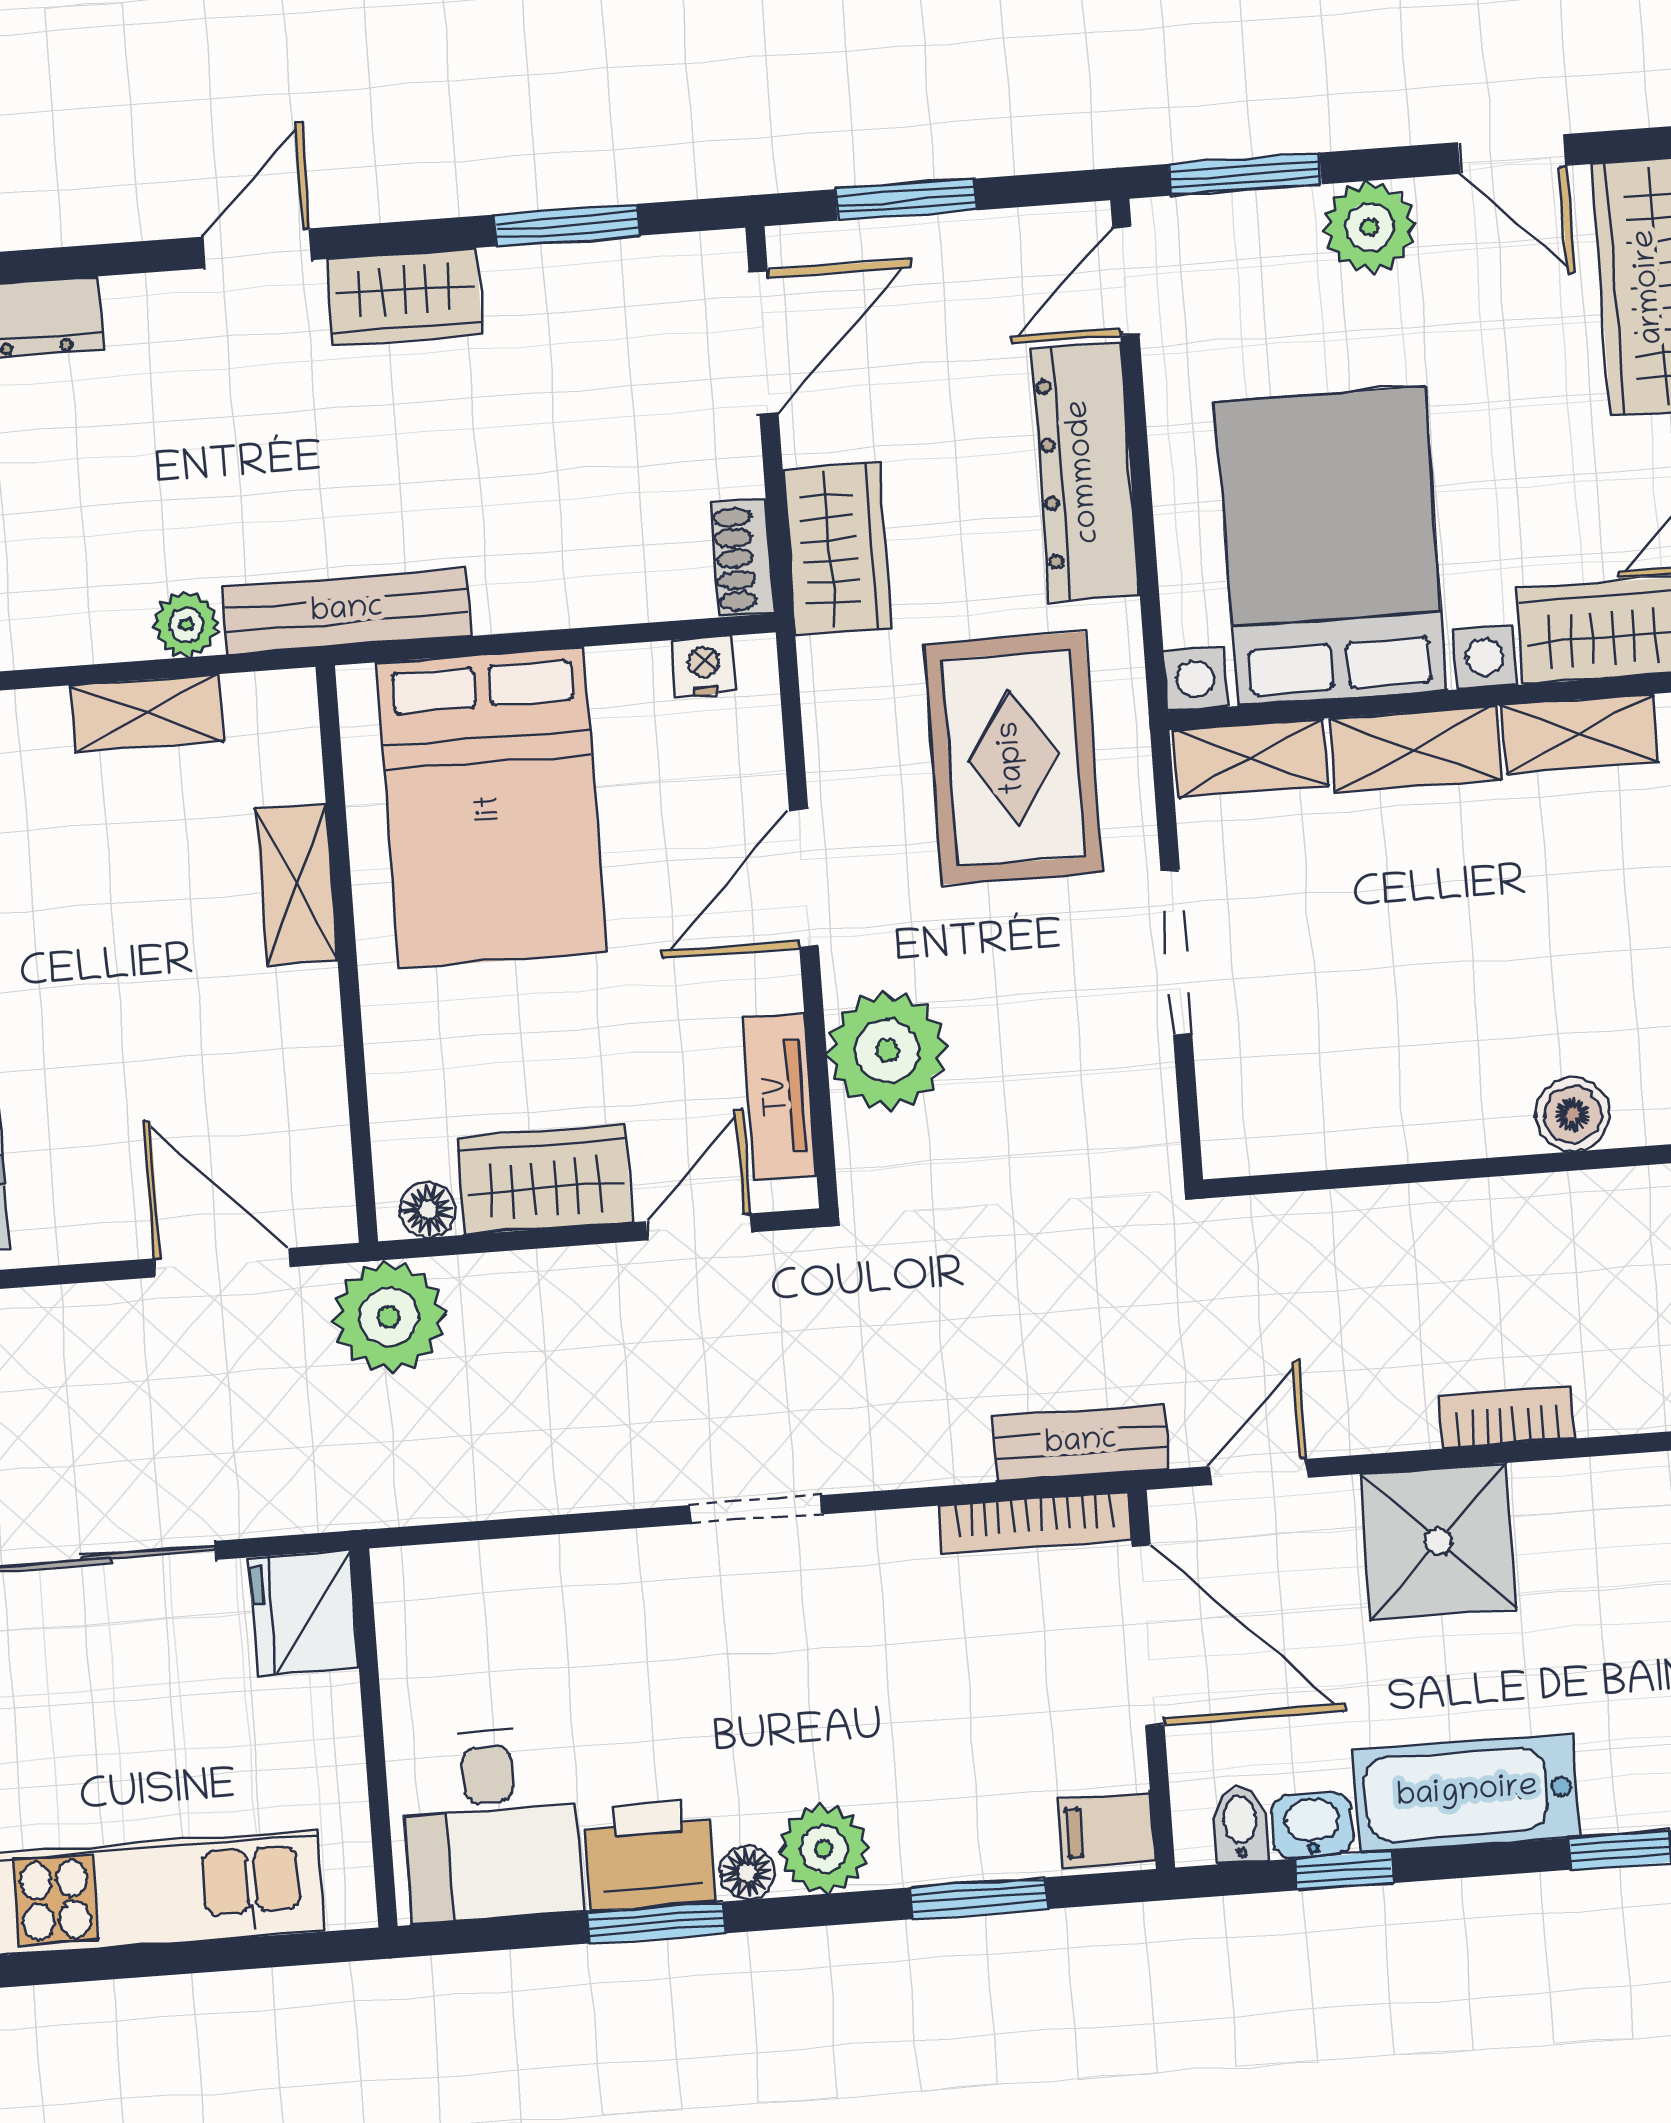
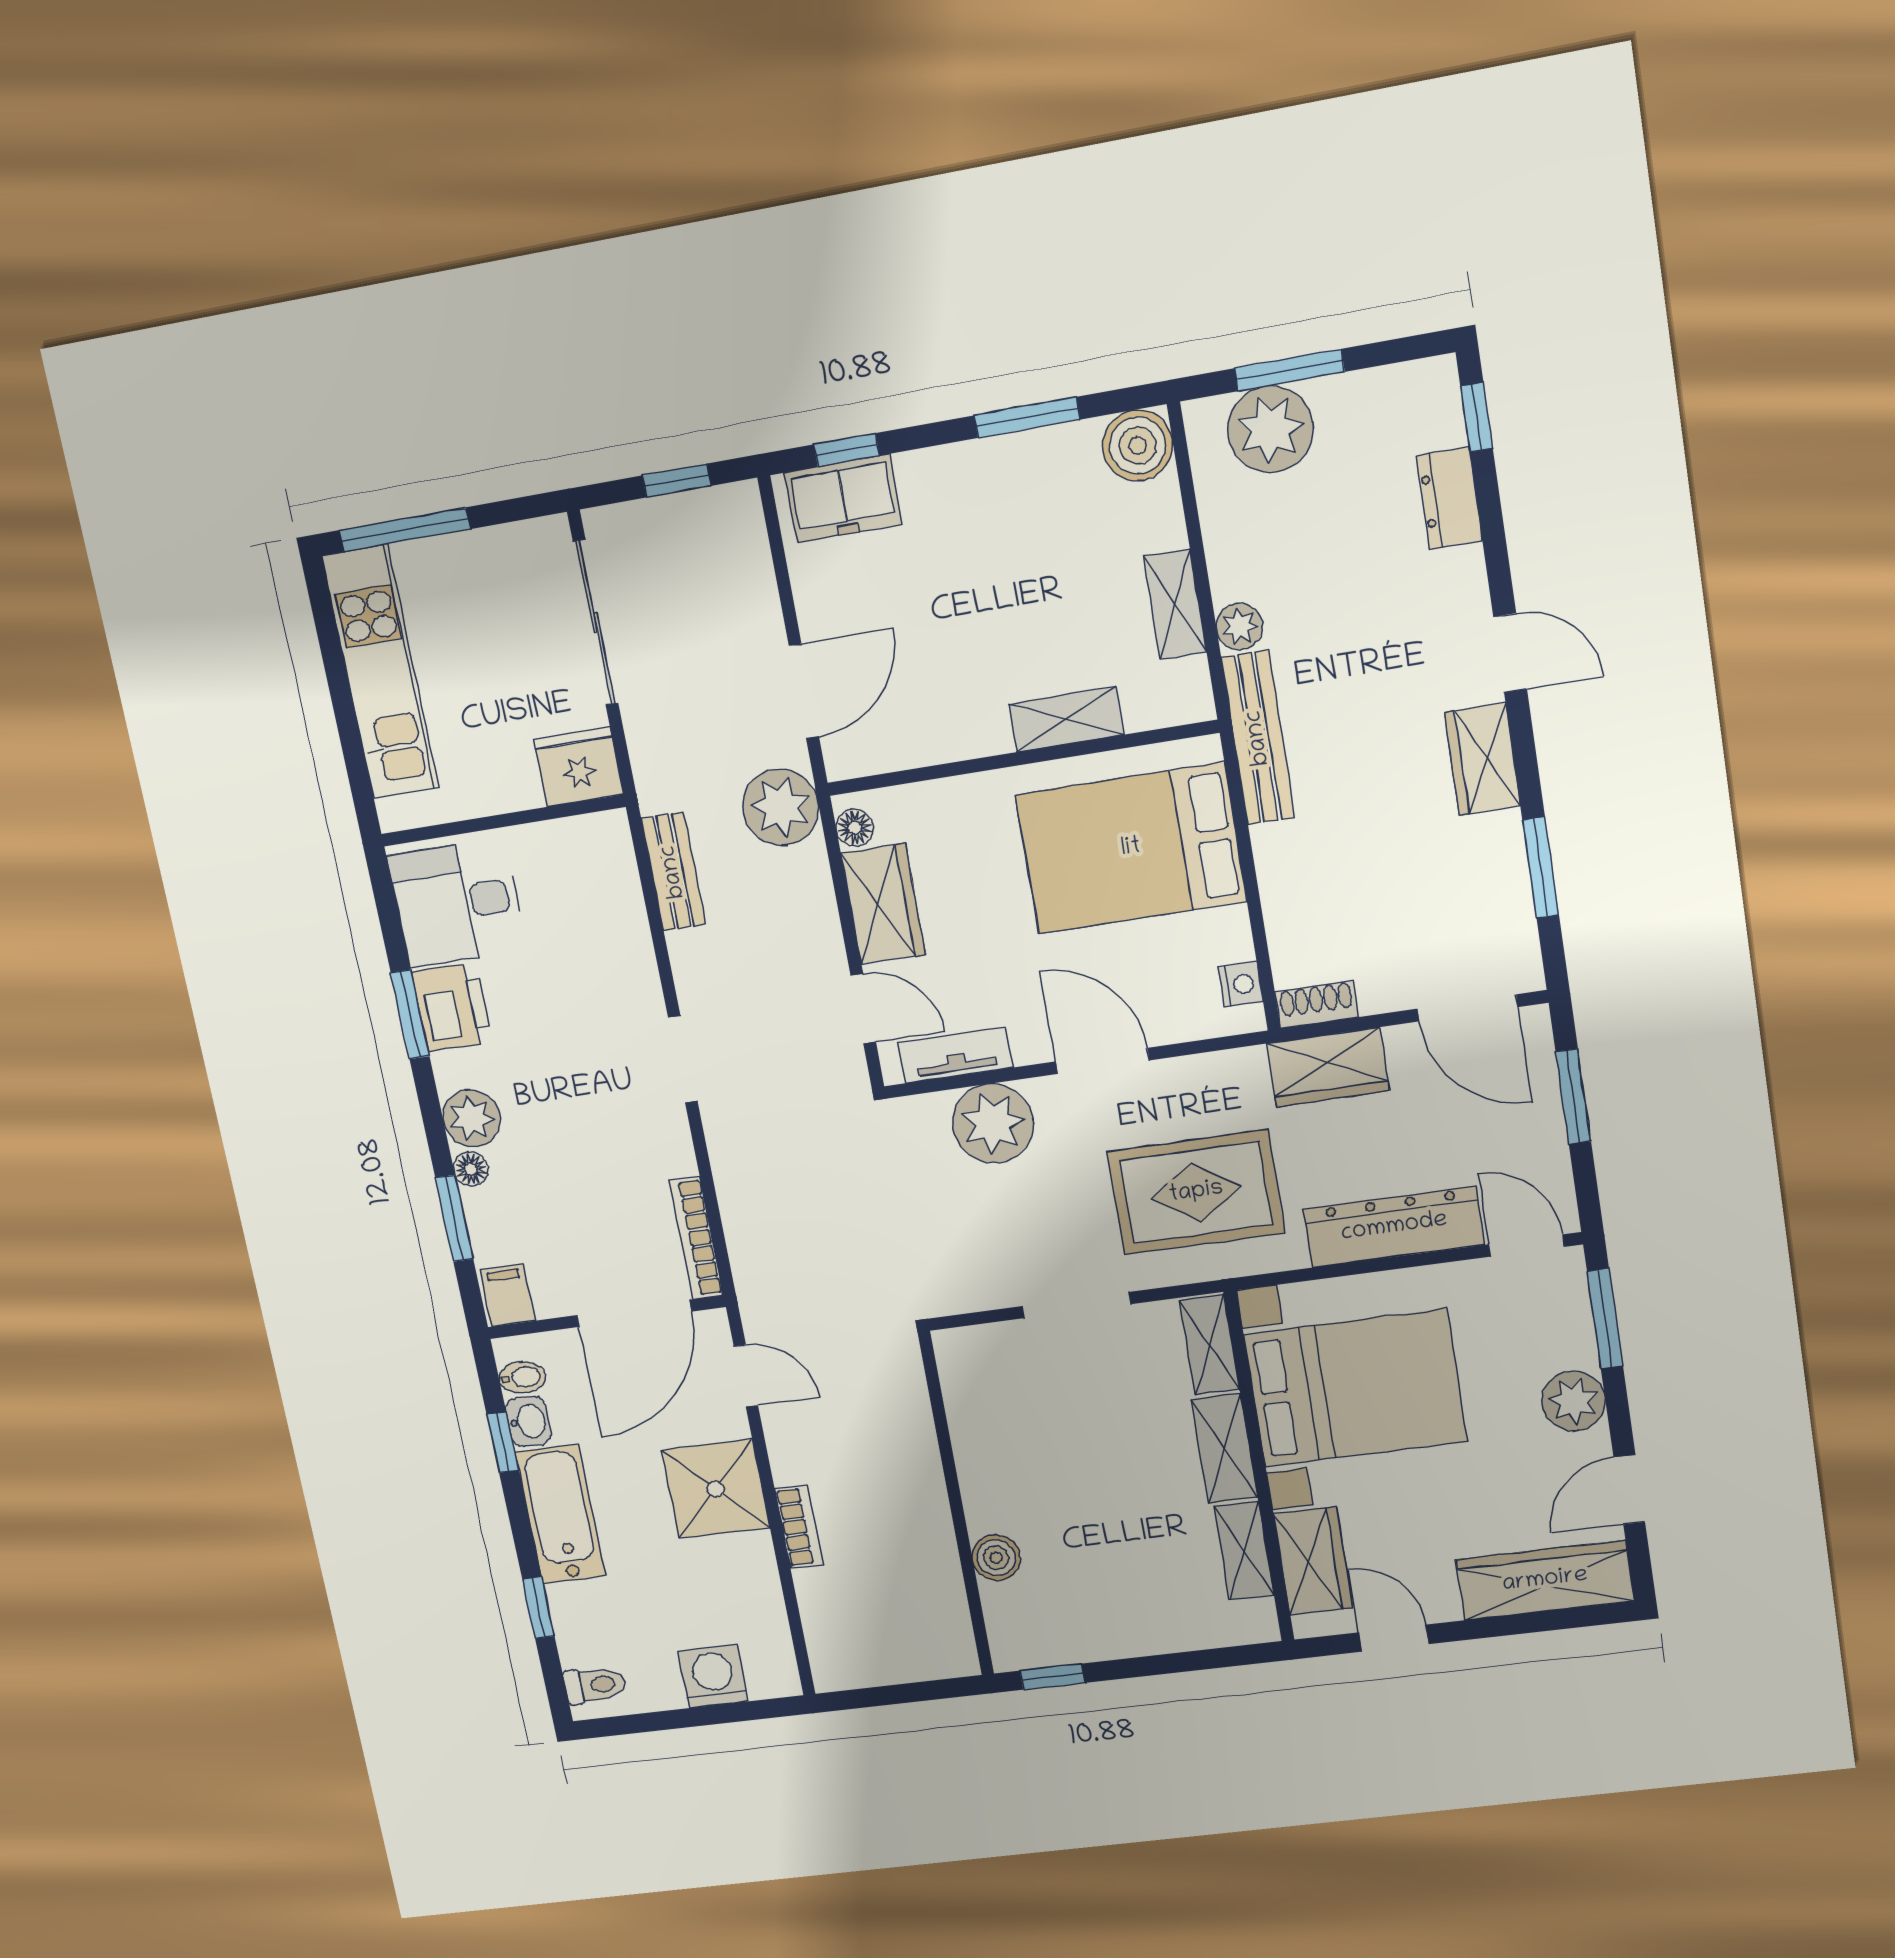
bench: (1081, 1443) -> (673, 872), moved
floor lamp: (747, 1873) -> (471, 1169), moved

